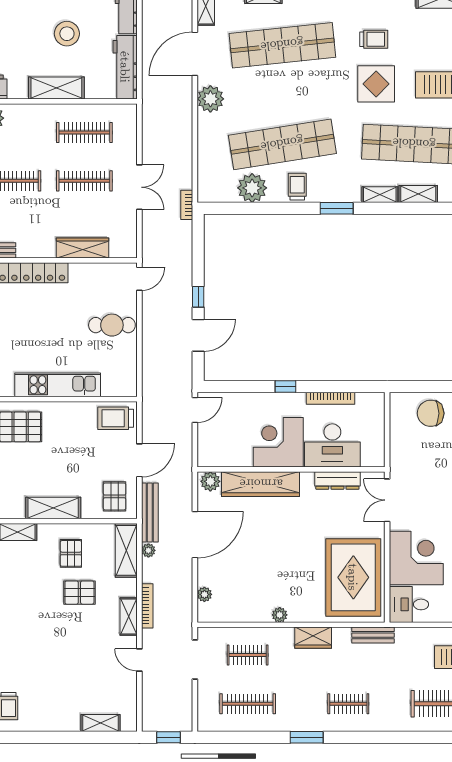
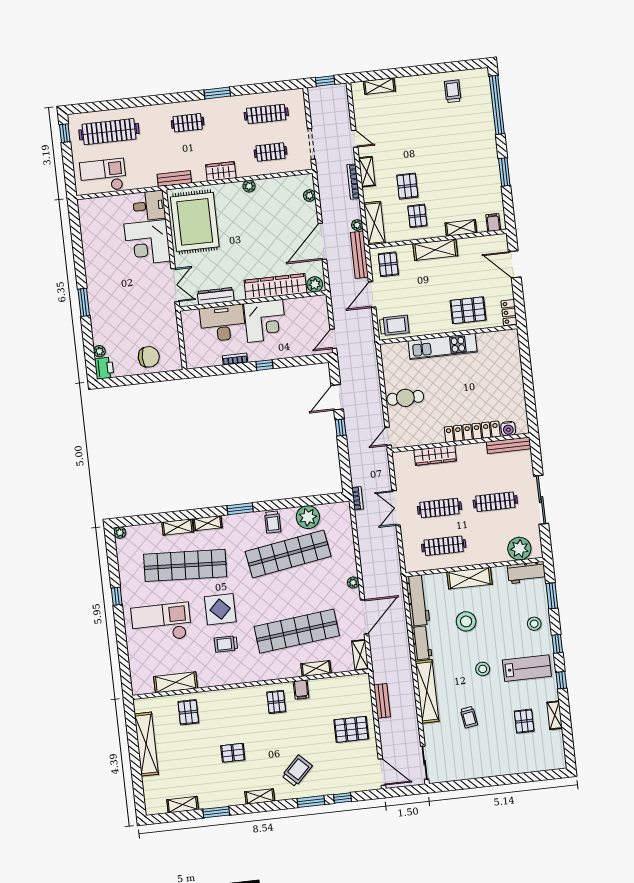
plant: (210, 99) -> (353, 583), width x0.53, depth x0.53
bookcase: (331, 398) -> (235, 359), width x0.64
pallet: (79, 593) -> (407, 186), turned 90

